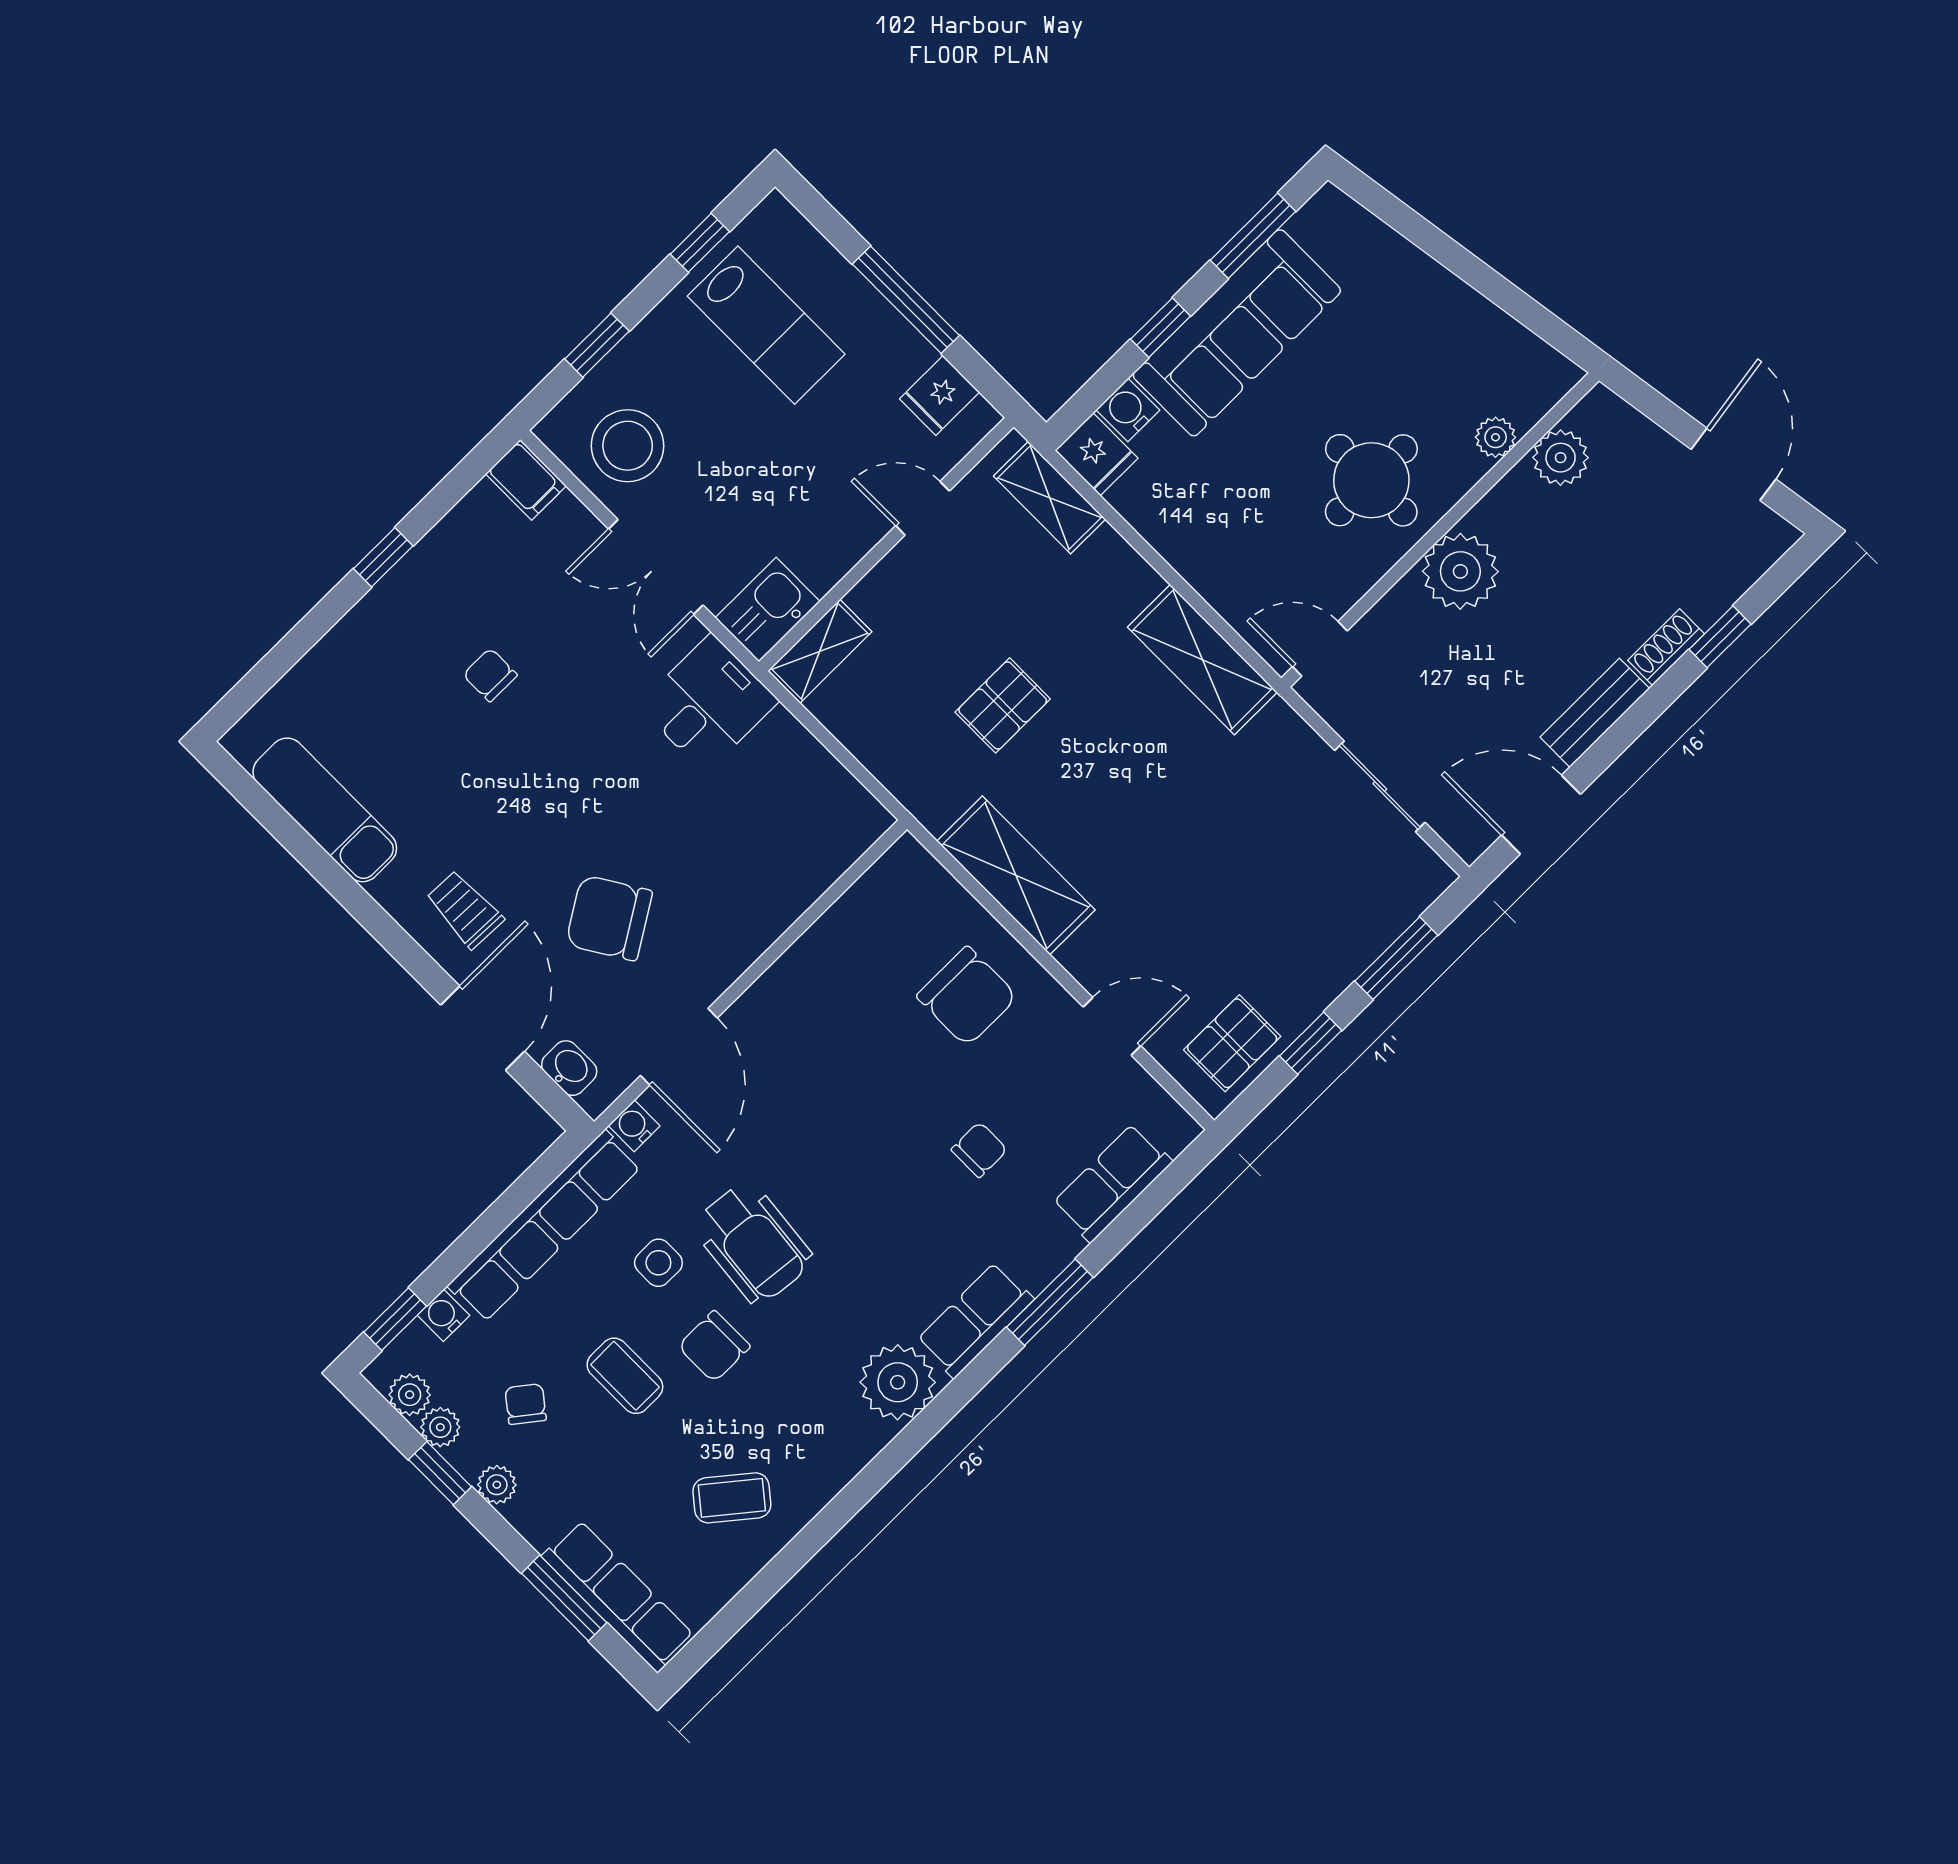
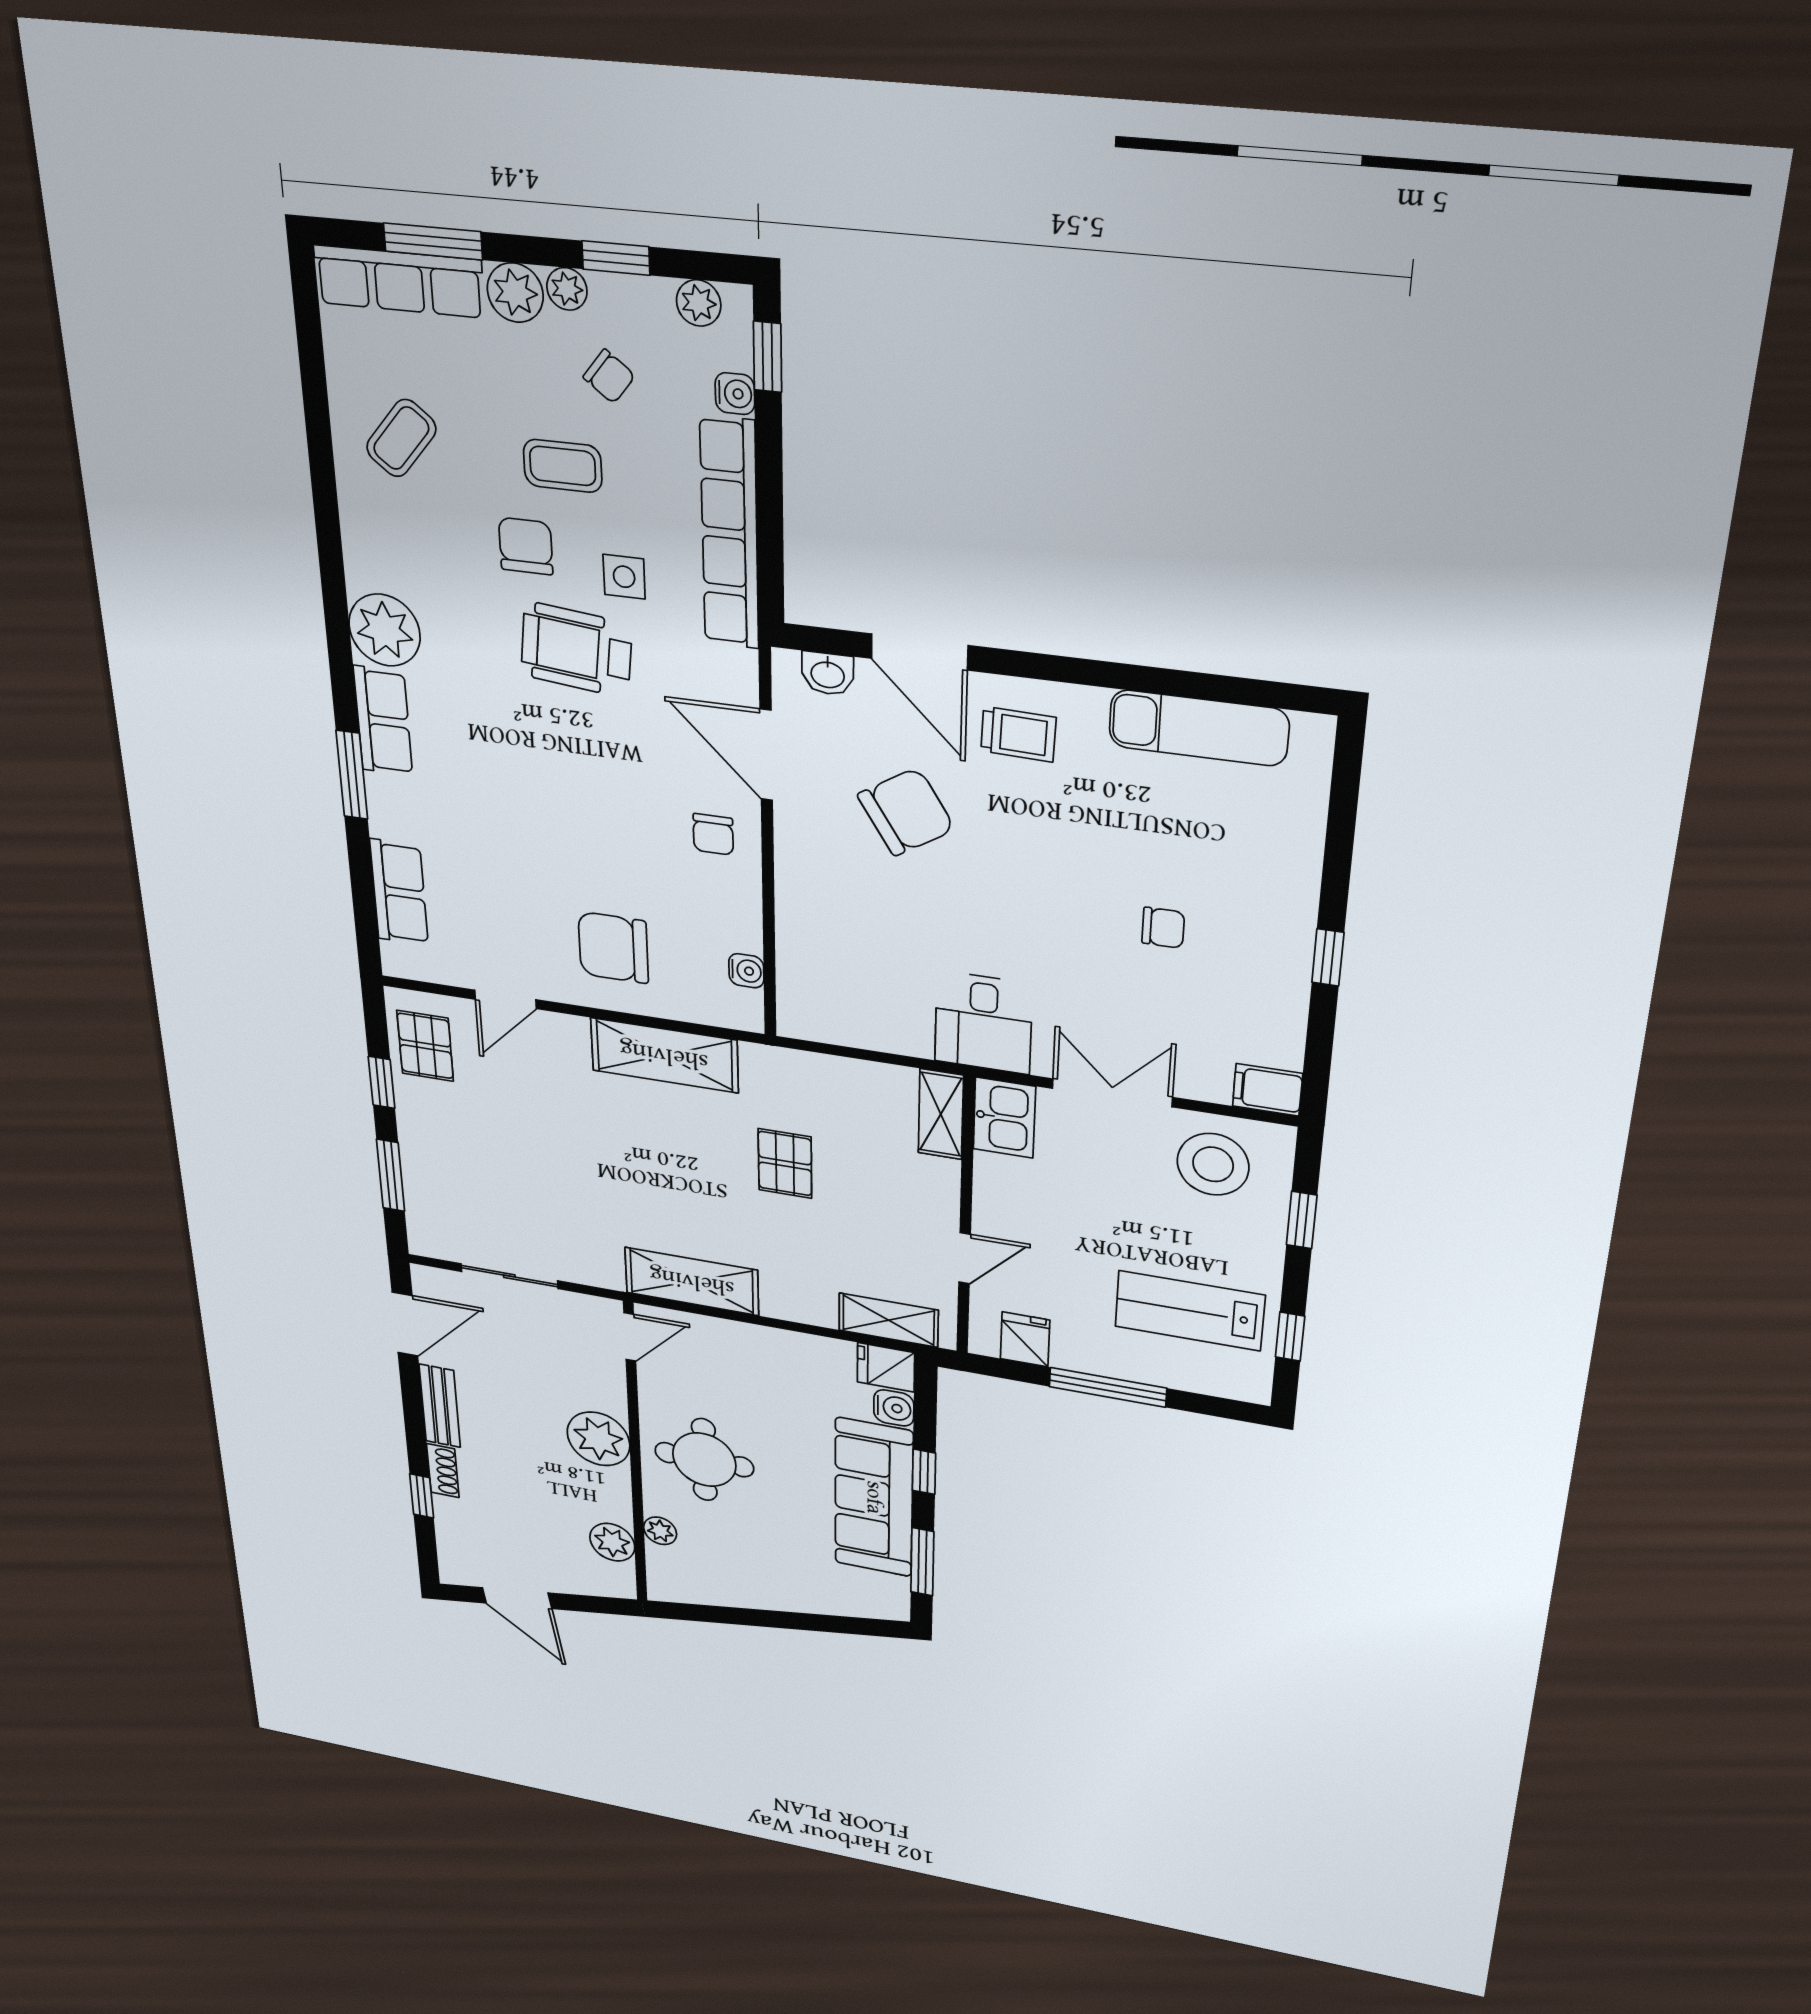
water cooler: (634, 1126) -> (746, 971), moved
chair: (979, 1150) -> (713, 834), moved
plant: (440, 1427) -> (515, 293), moved, width x1.38, depth x1.38

